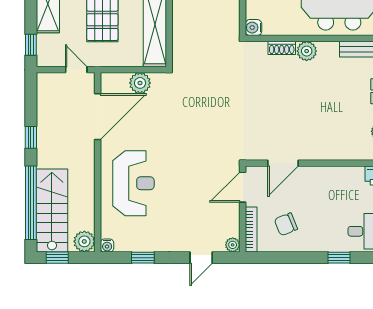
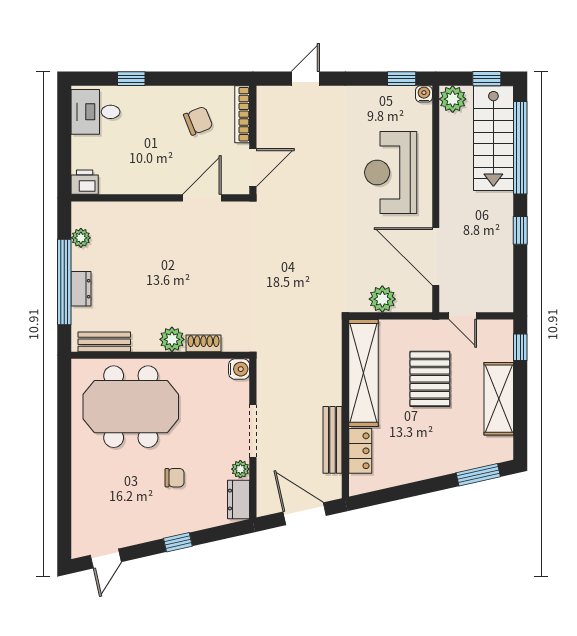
door: (98, 117) -> (436, 257), hinge flipped
plant: (233, 245) -> (265, 95), removed
window: (143, 258) -> (402, 79), moved

